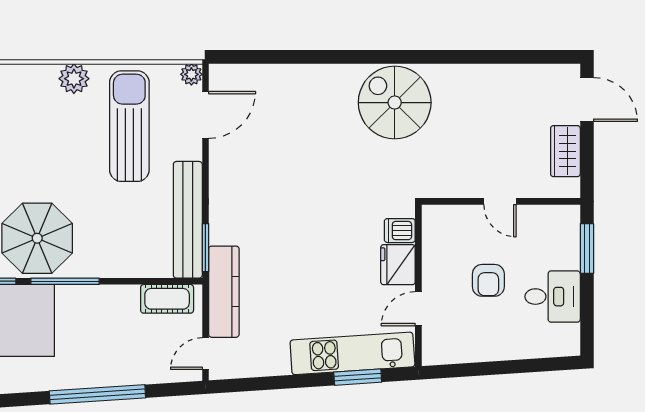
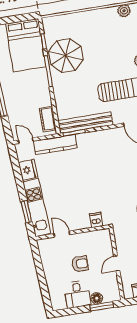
floor lamp: (568, 256) -> (97, 298), added
fridge: (398, 265) -> (28, 170), moved, turned 86
armchair: (488, 280) -> (80, 264), turned 180

